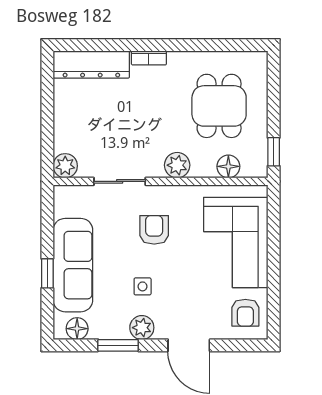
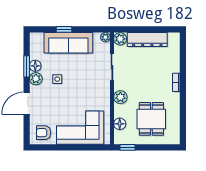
dresser: (91, 64) -> (147, 40), moved, turned -90
dining table: (219, 106) -> (151, 119), turned 90
plant: (62, 194) -> (105, 37), added
armchair: (154, 230) -> (87, 85), removed
floor lamp: (77, 329) -> (35, 66), moved

